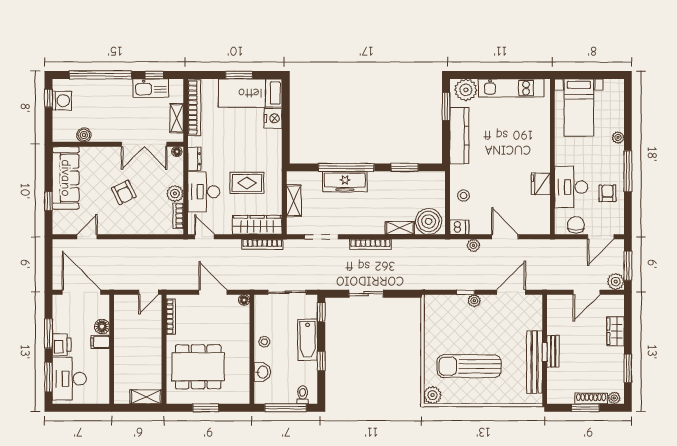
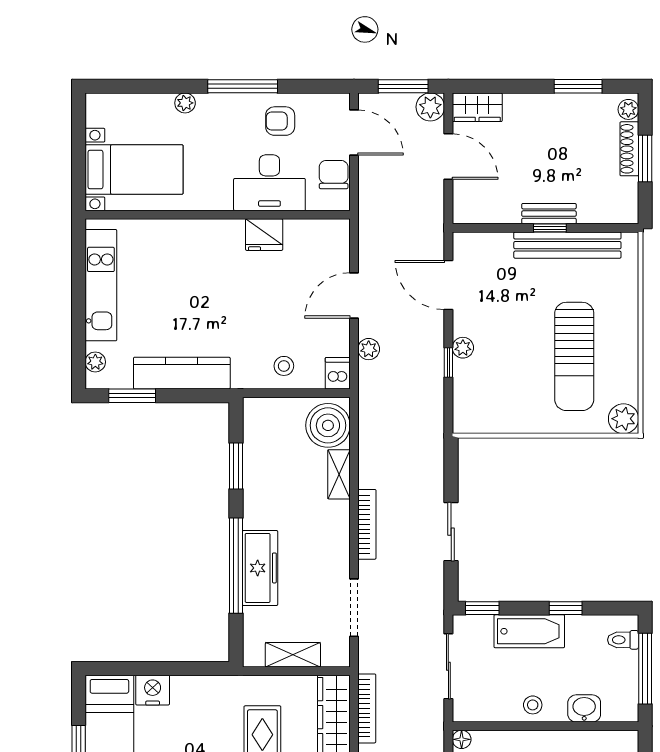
plant: (466, 90) -> (95, 362), width x0.53, depth x0.53
chair: (576, 225) -> (334, 175), turned 90
wardrobe: (616, 331) -> (477, 107), moved

